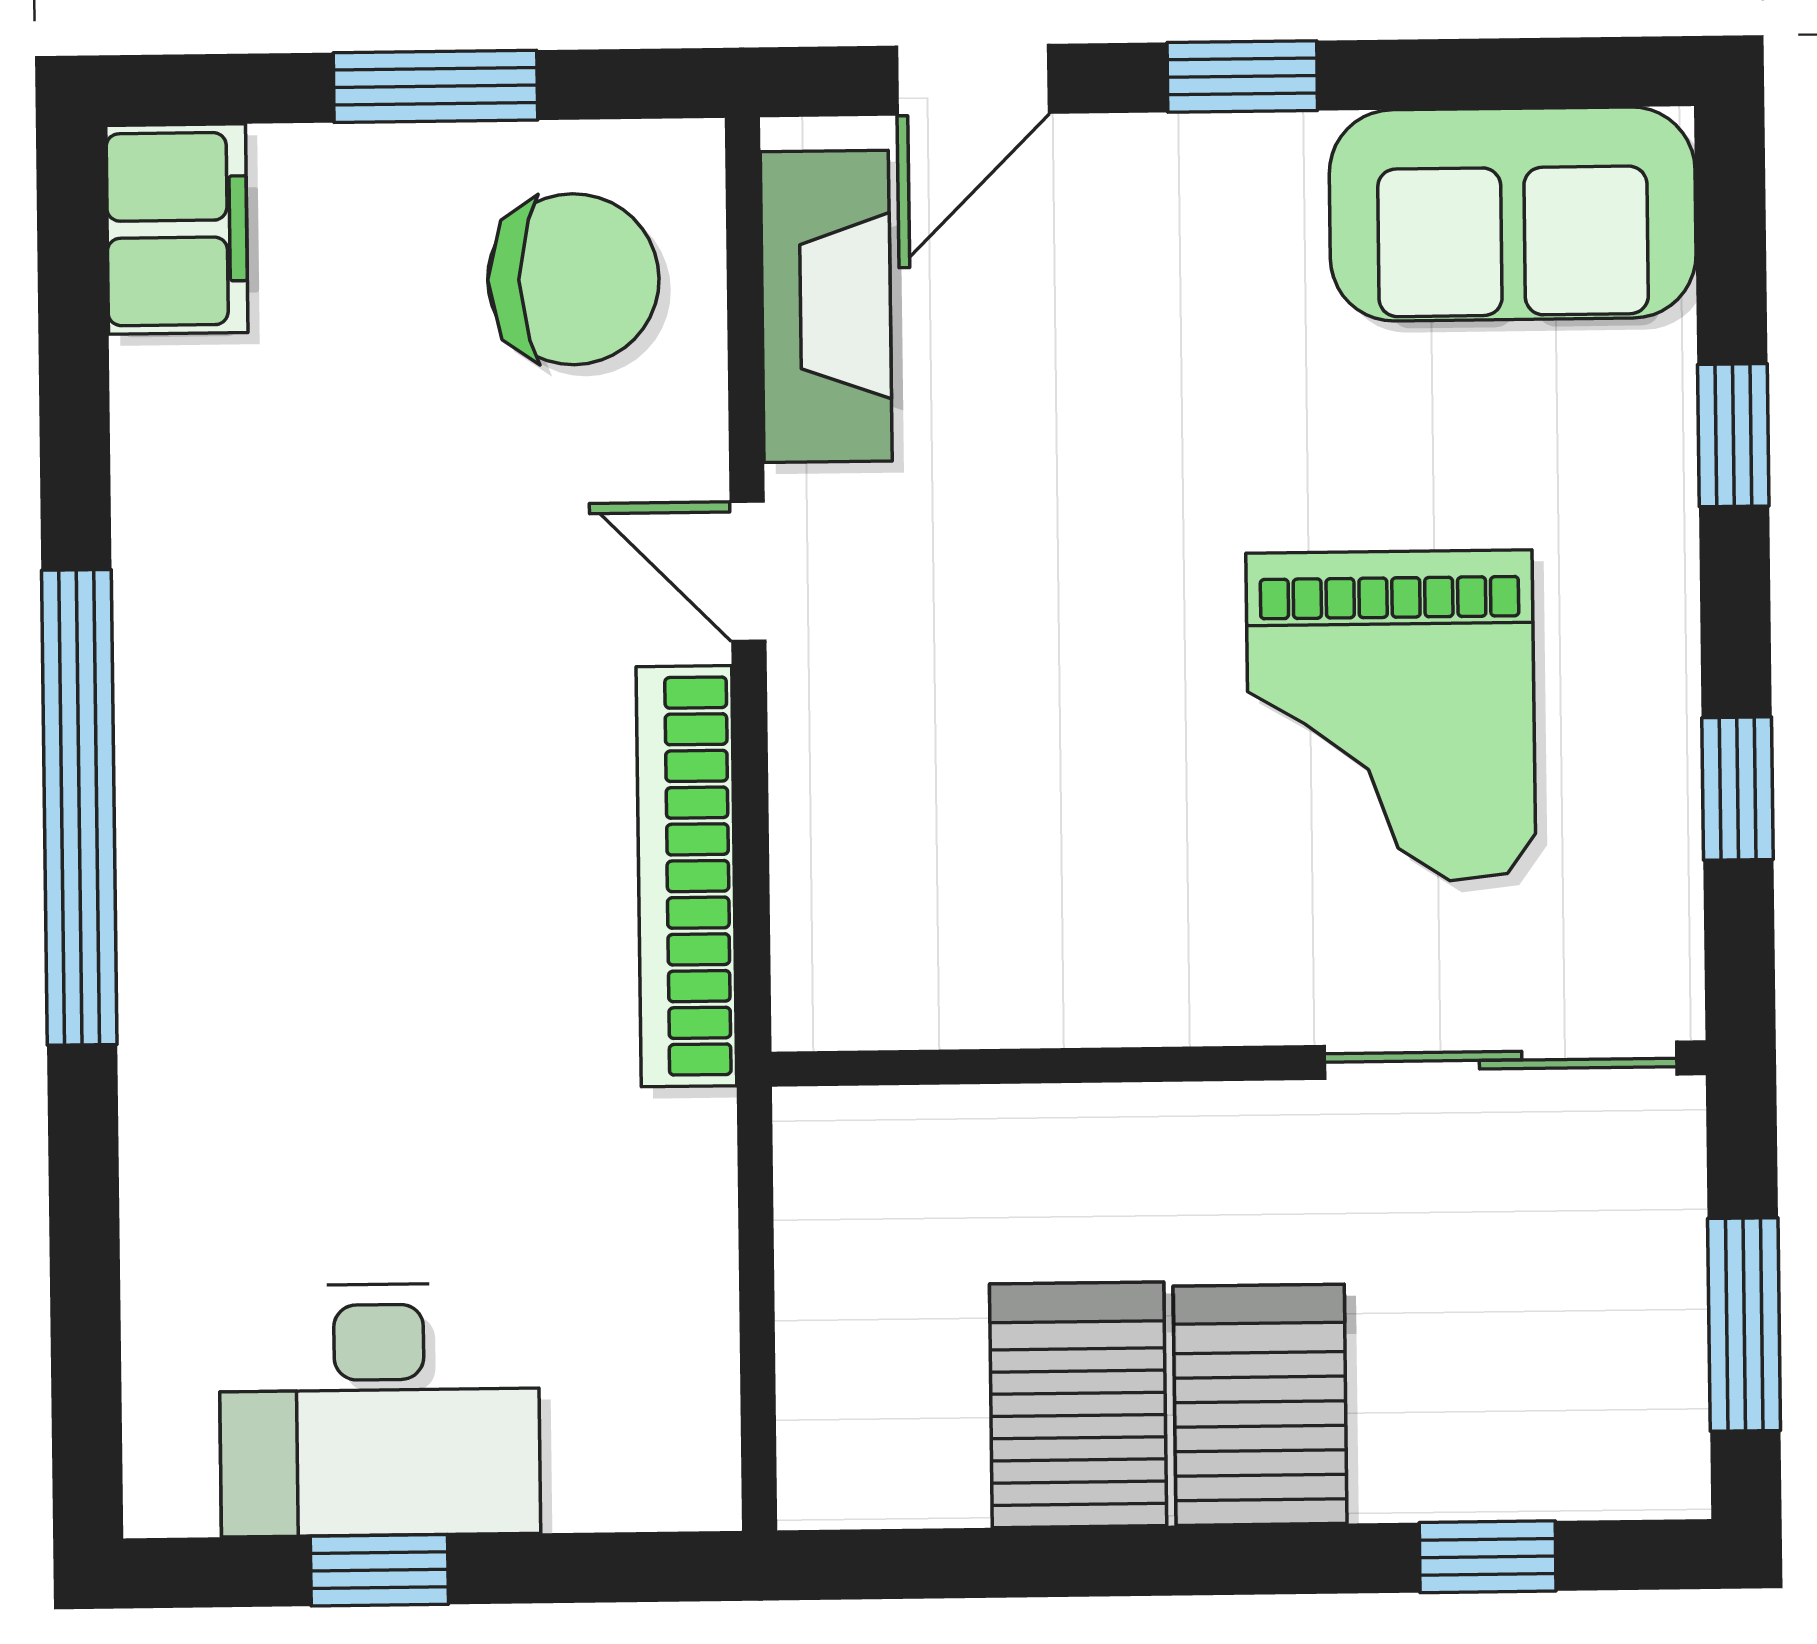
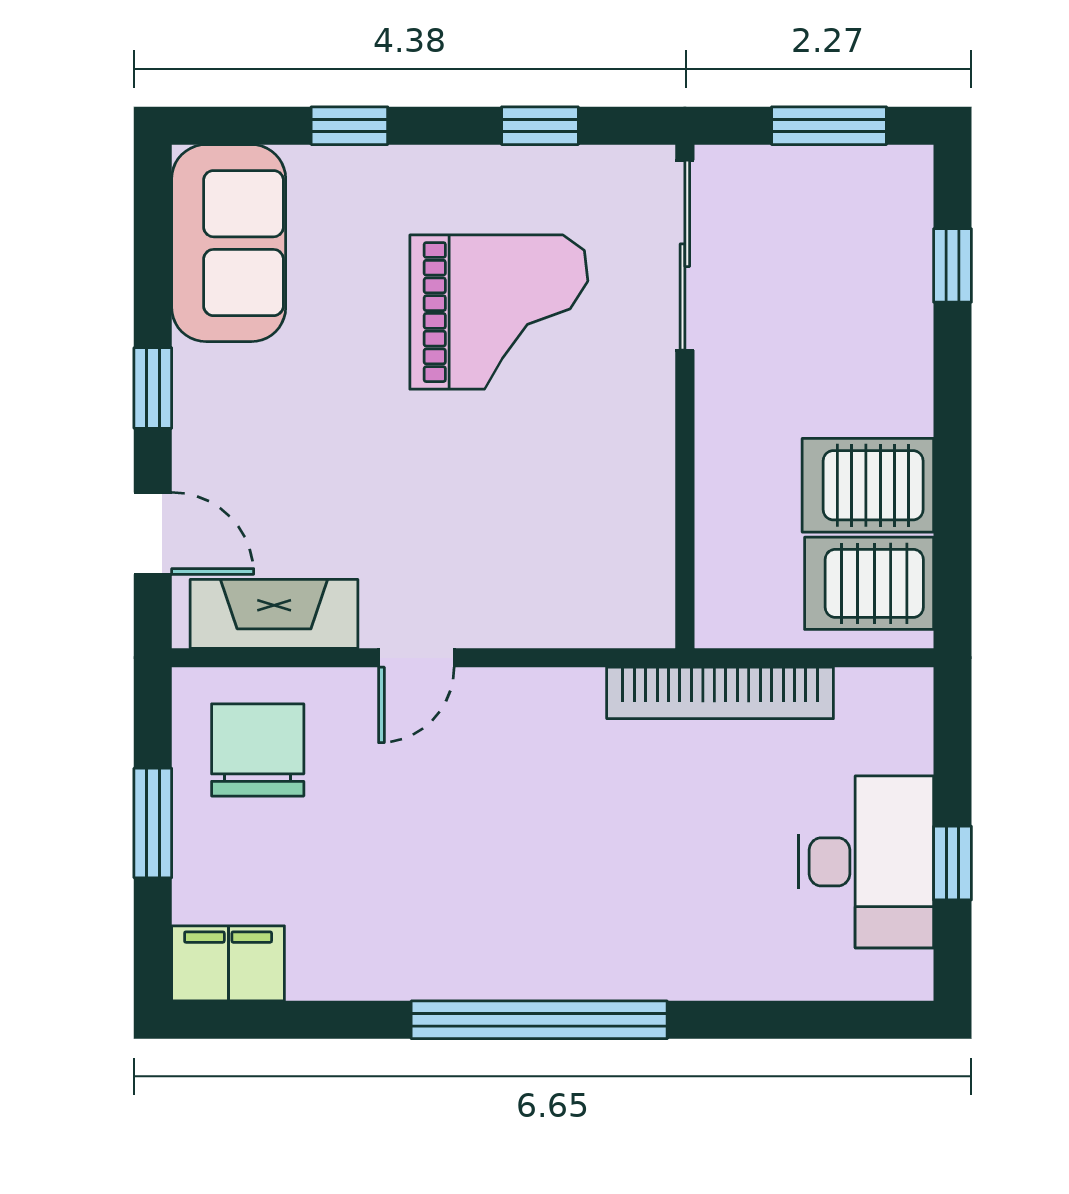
bookcase: (686, 876) -> (720, 693), moved
server rack: (1260, 1405) -> (869, 583), moved

